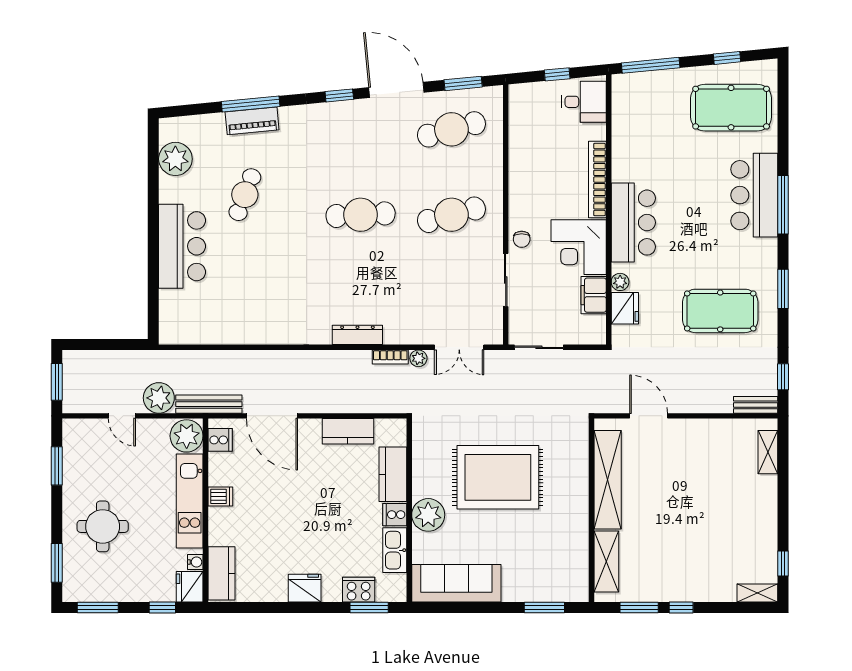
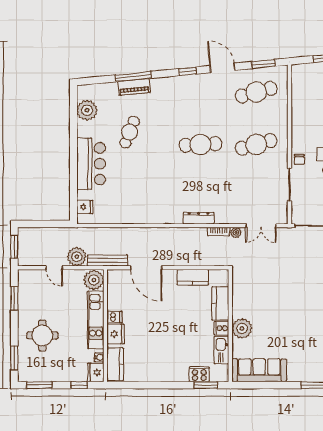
door: (396, 90) -> (222, 68), width x0.73
fridge: (172, 317) -> (85, 207), added
cooker: (220, 440) -> (114, 282), removed
rug: (498, 477) -> (285, 305), removed
fridge: (305, 588) -> (116, 334), moved, turned 90

